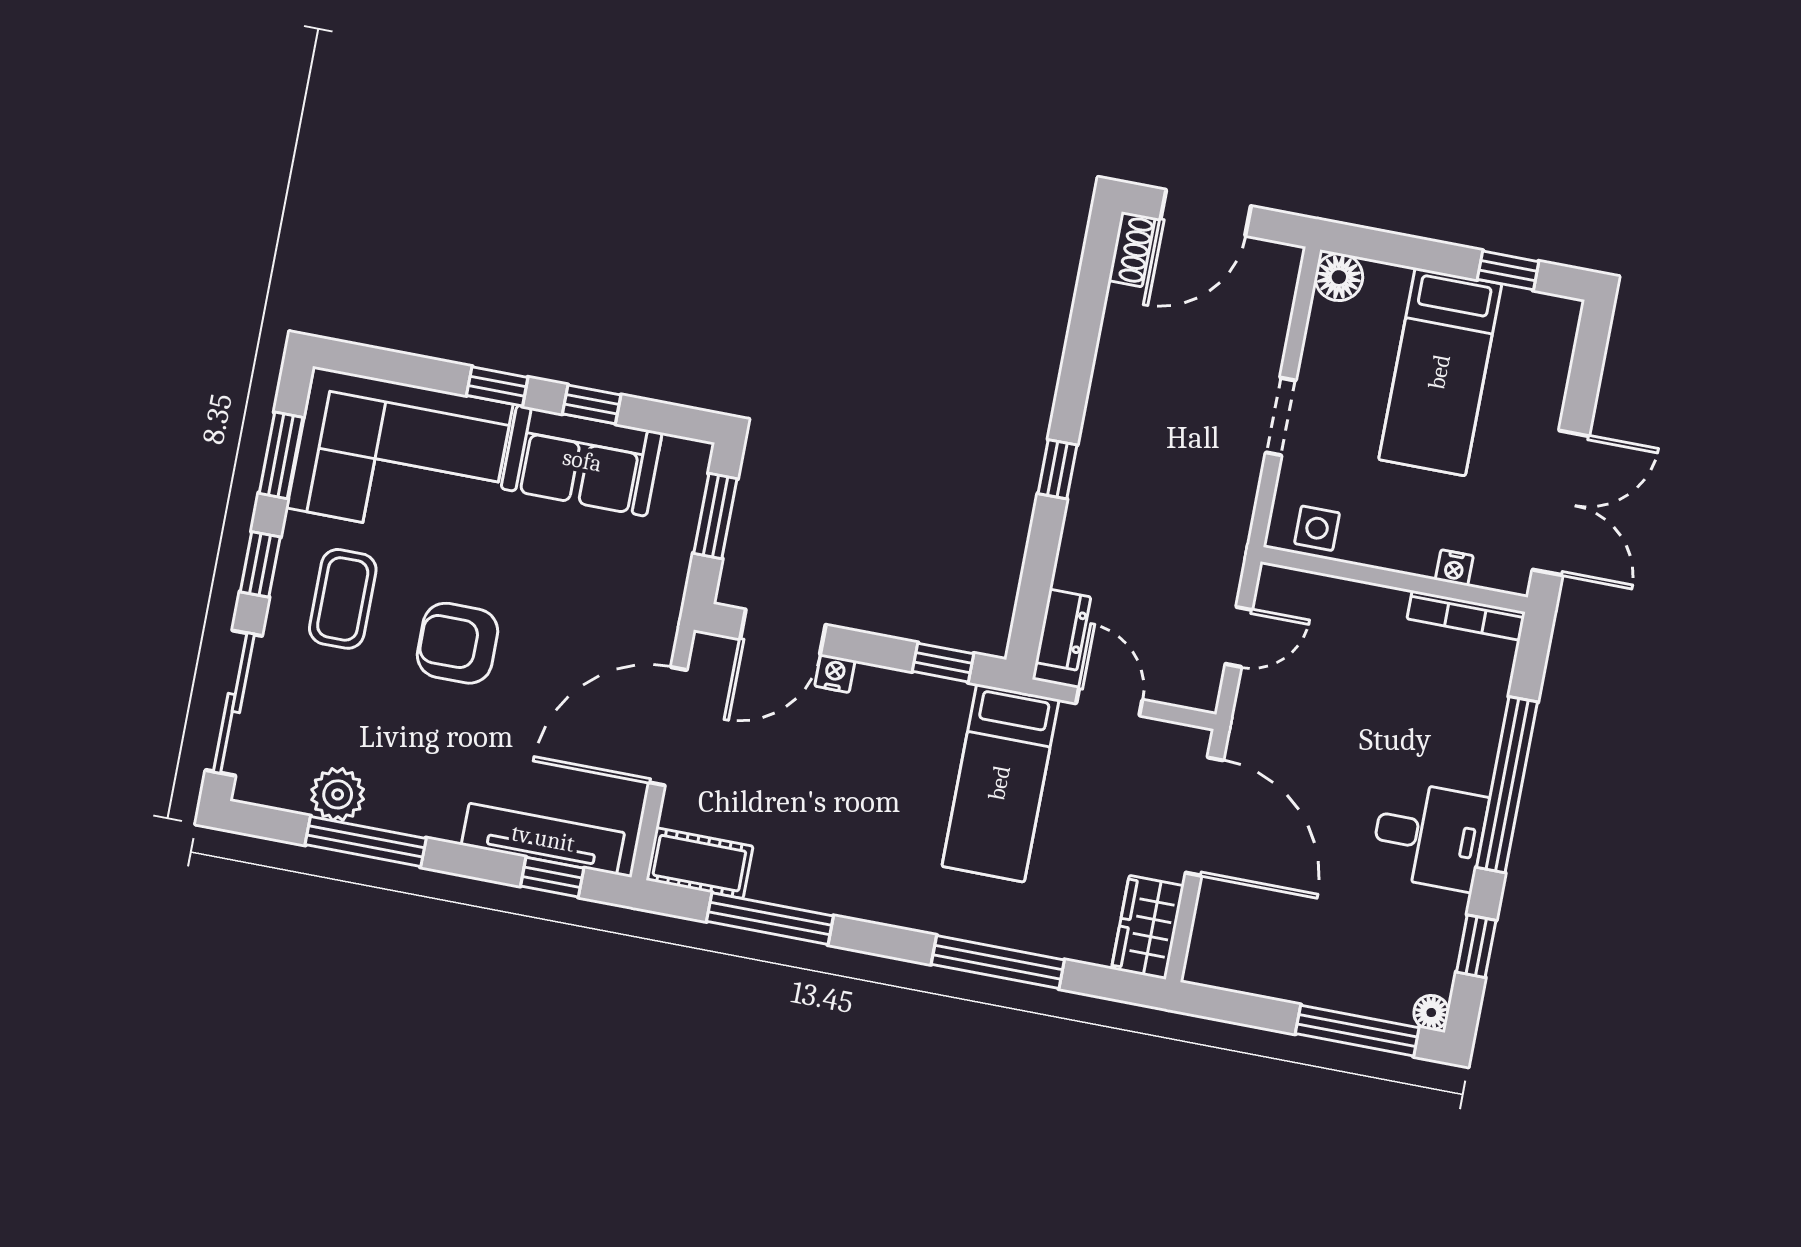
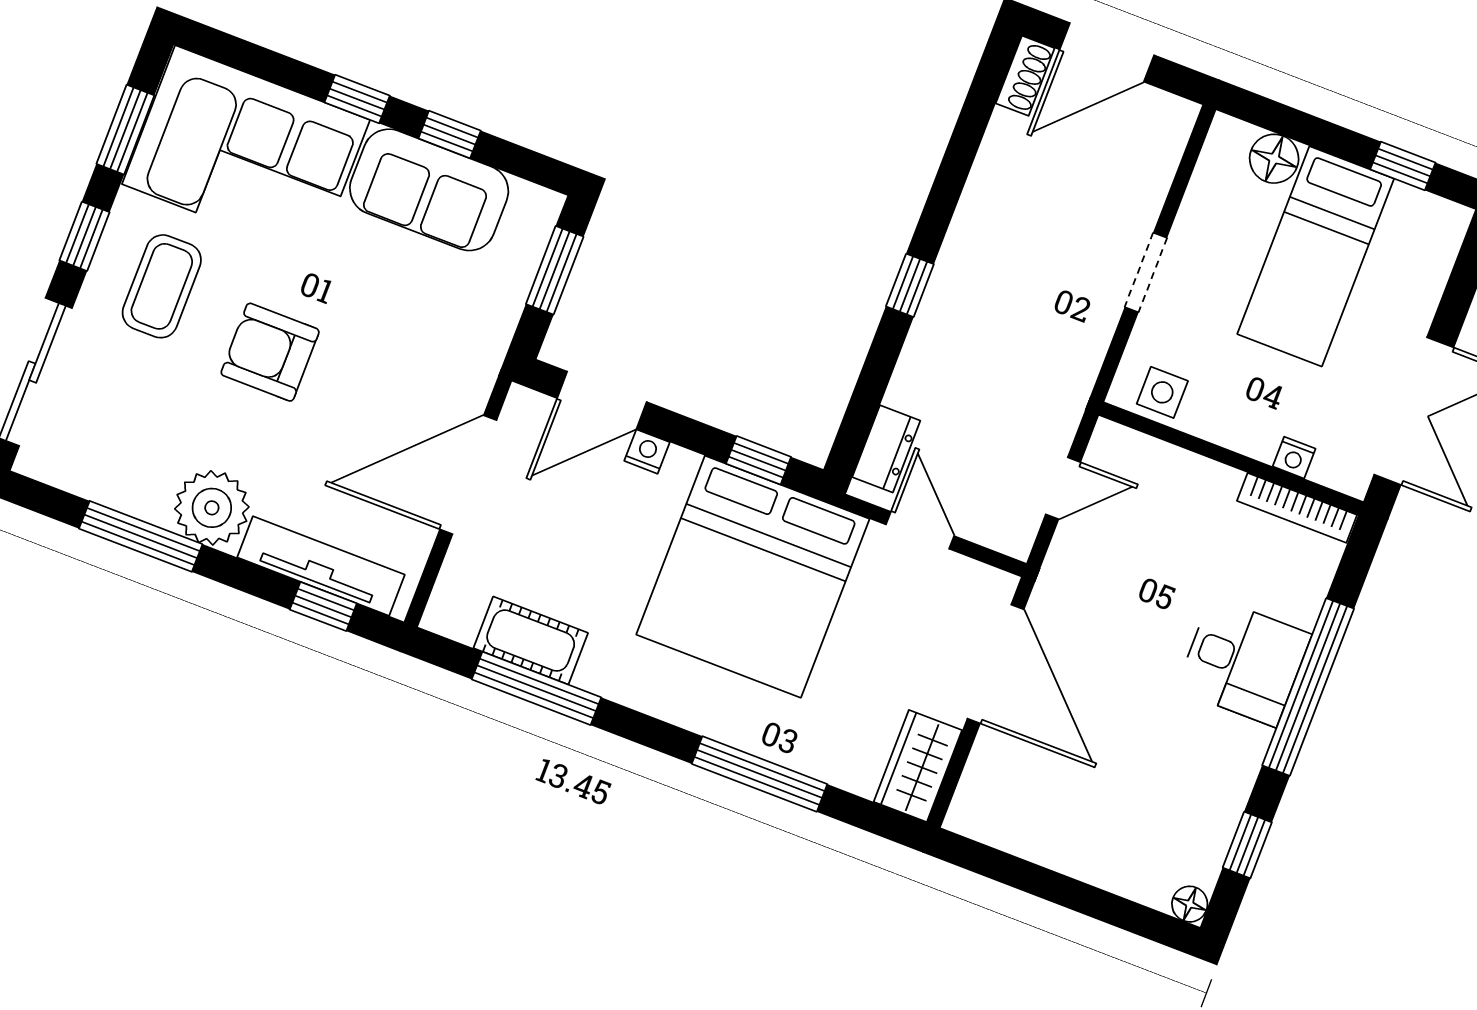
floor lamp: (1339, 277) -> (1274, 159), moved
bed: (1000, 783) -> (753, 577), width x2.04
plant: (338, 794) -> (212, 508), moved, width x1.36, depth x1.36
desk: (1429, 836) -> (1244, 662), moved
cot: (699, 863) -> (531, 641), moved
window: (1357, 1031) -> (1111, 909), removed

